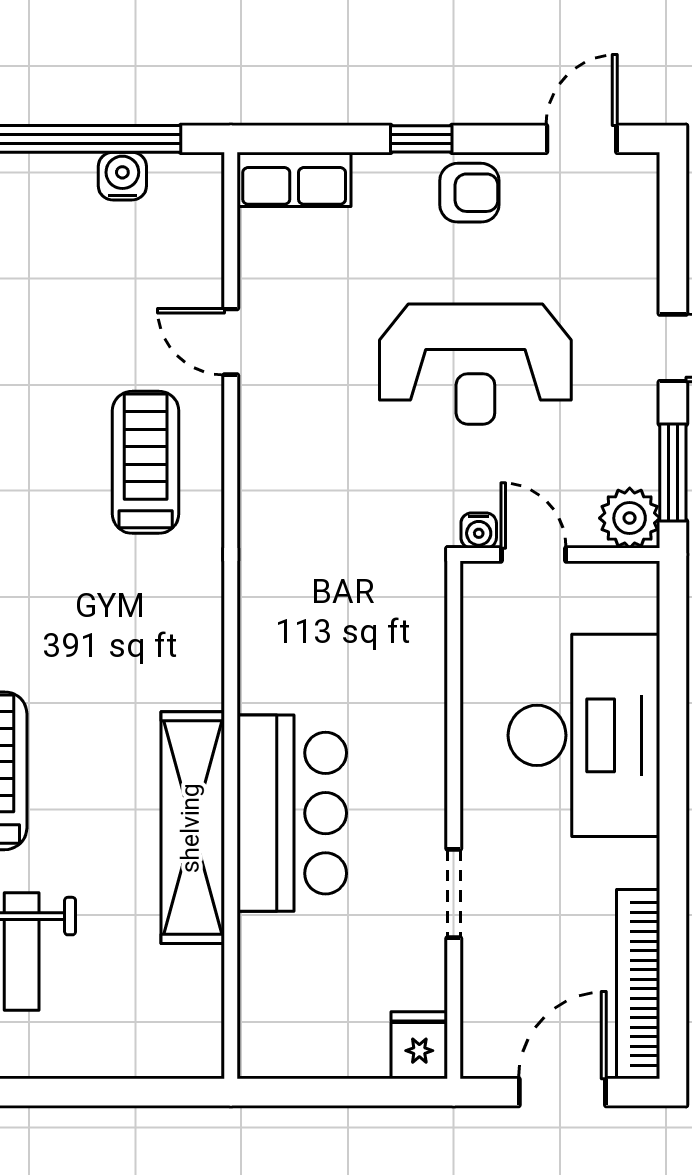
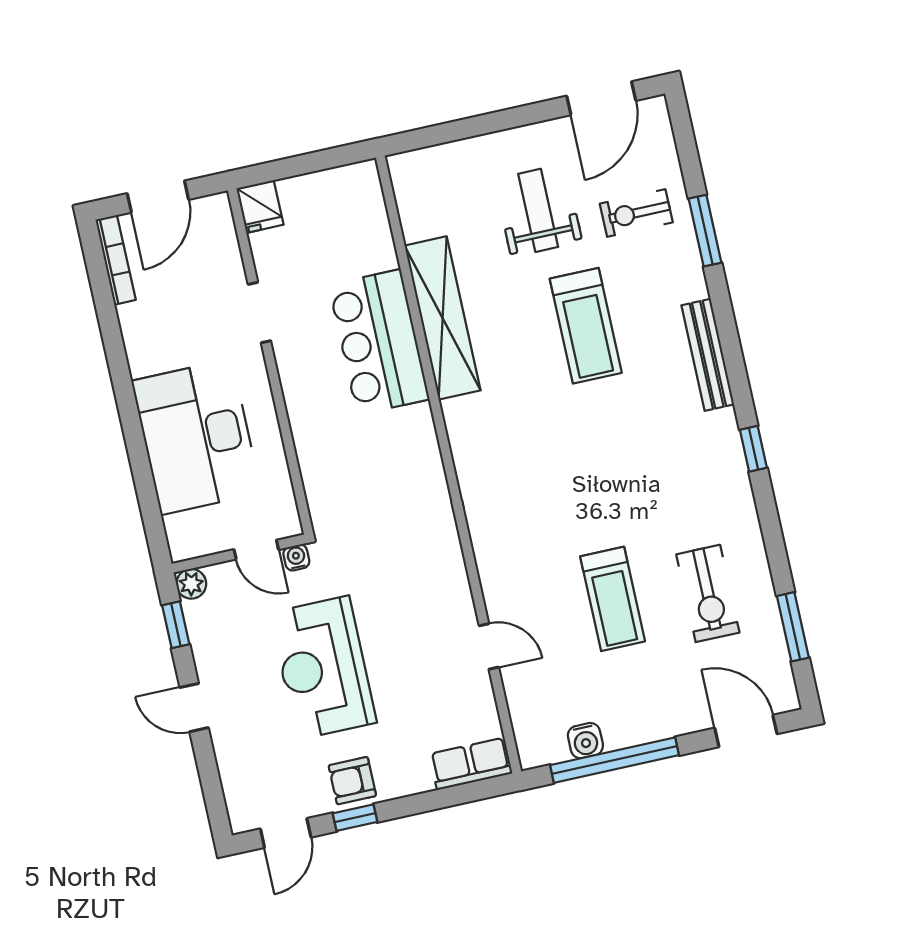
window: (421, 139) -> (355, 818), moved
reception desk: (475, 364) -> (323, 668), turned -90
treadmill: (146, 462) -> (613, 599), moved
window: (673, 472) -> (176, 625), width x0.67
plant: (630, 518) -> (191, 584), width x0.73, depth x0.73
bookcase: (638, 984) -> (116, 260), width x0.68, depth x0.76

